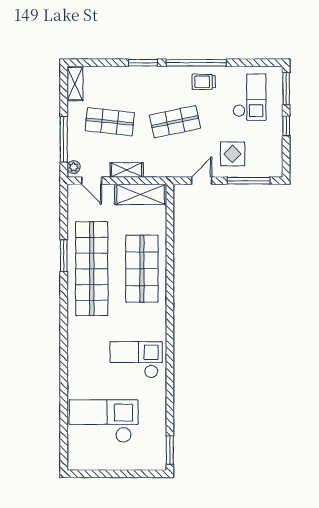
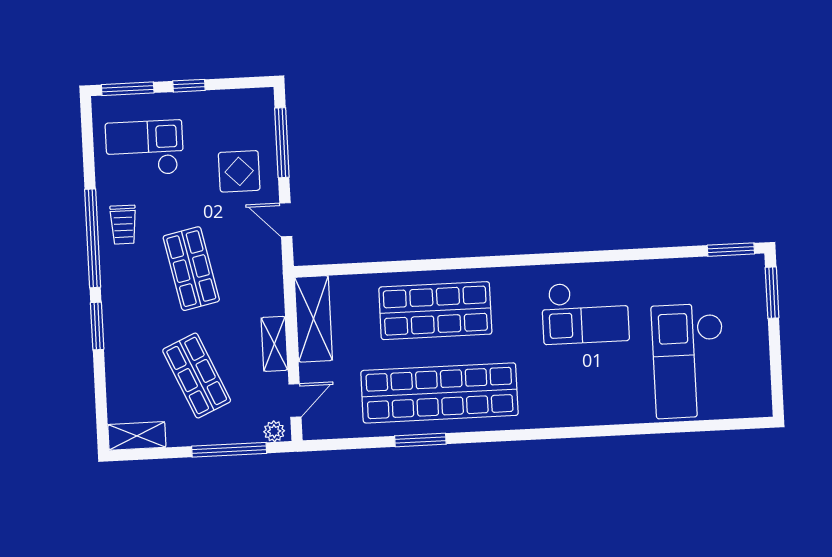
shop shelf: (110, 122) -> (197, 376), turned -30
checkout: (136, 360) -> (585, 313), turned -90
window: (142, 474) -> (772, 293), added

